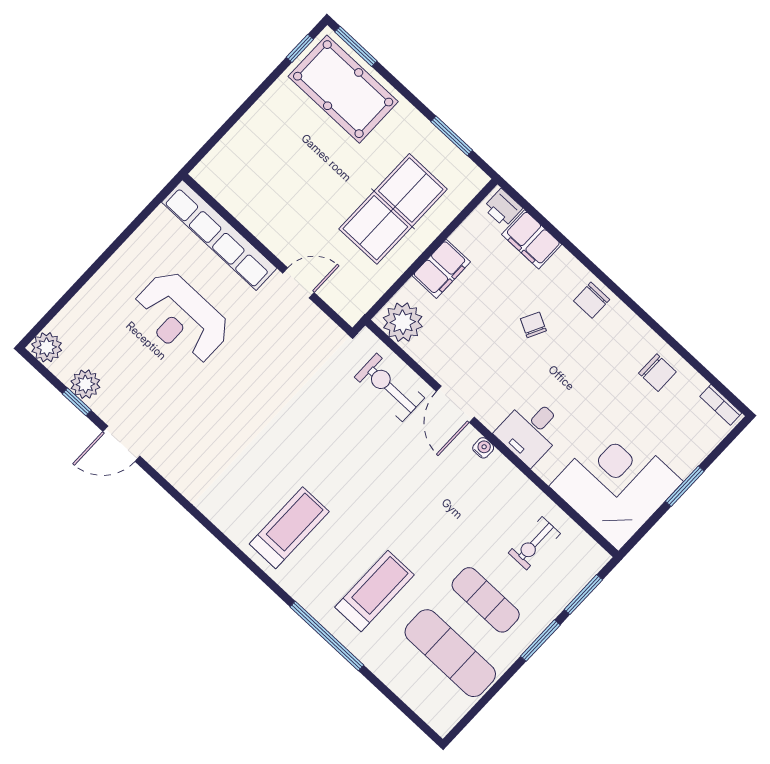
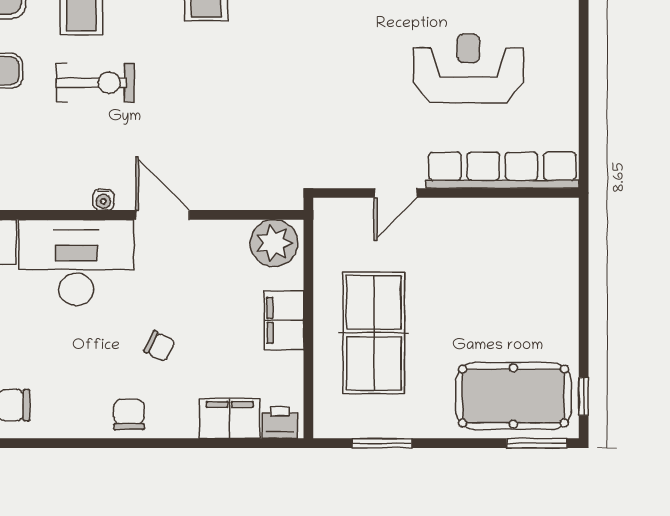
exercise bike: (389, 387) -> (95, 83), moved
desk: (531, 431) -> (76, 263), width x1.87, depth x1.30

